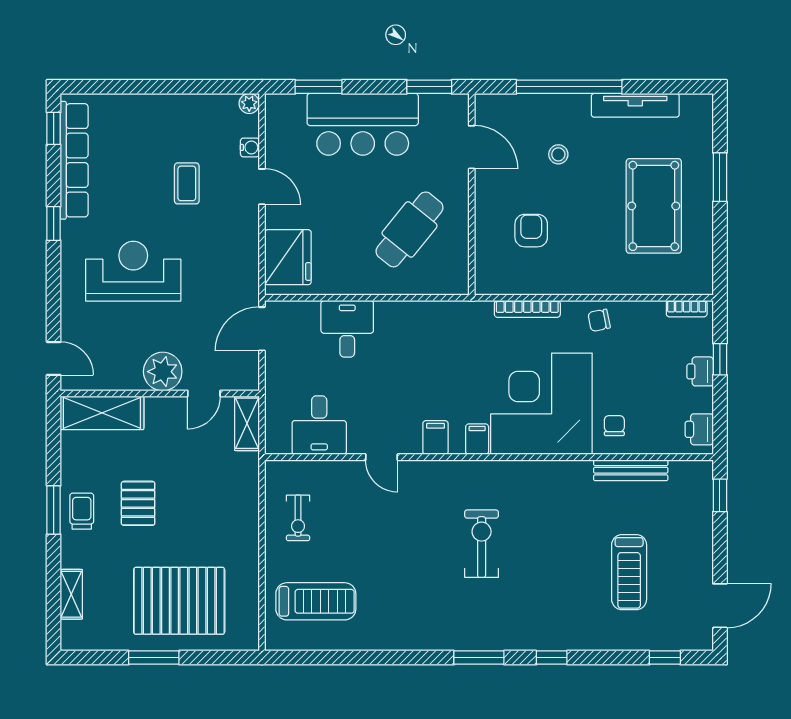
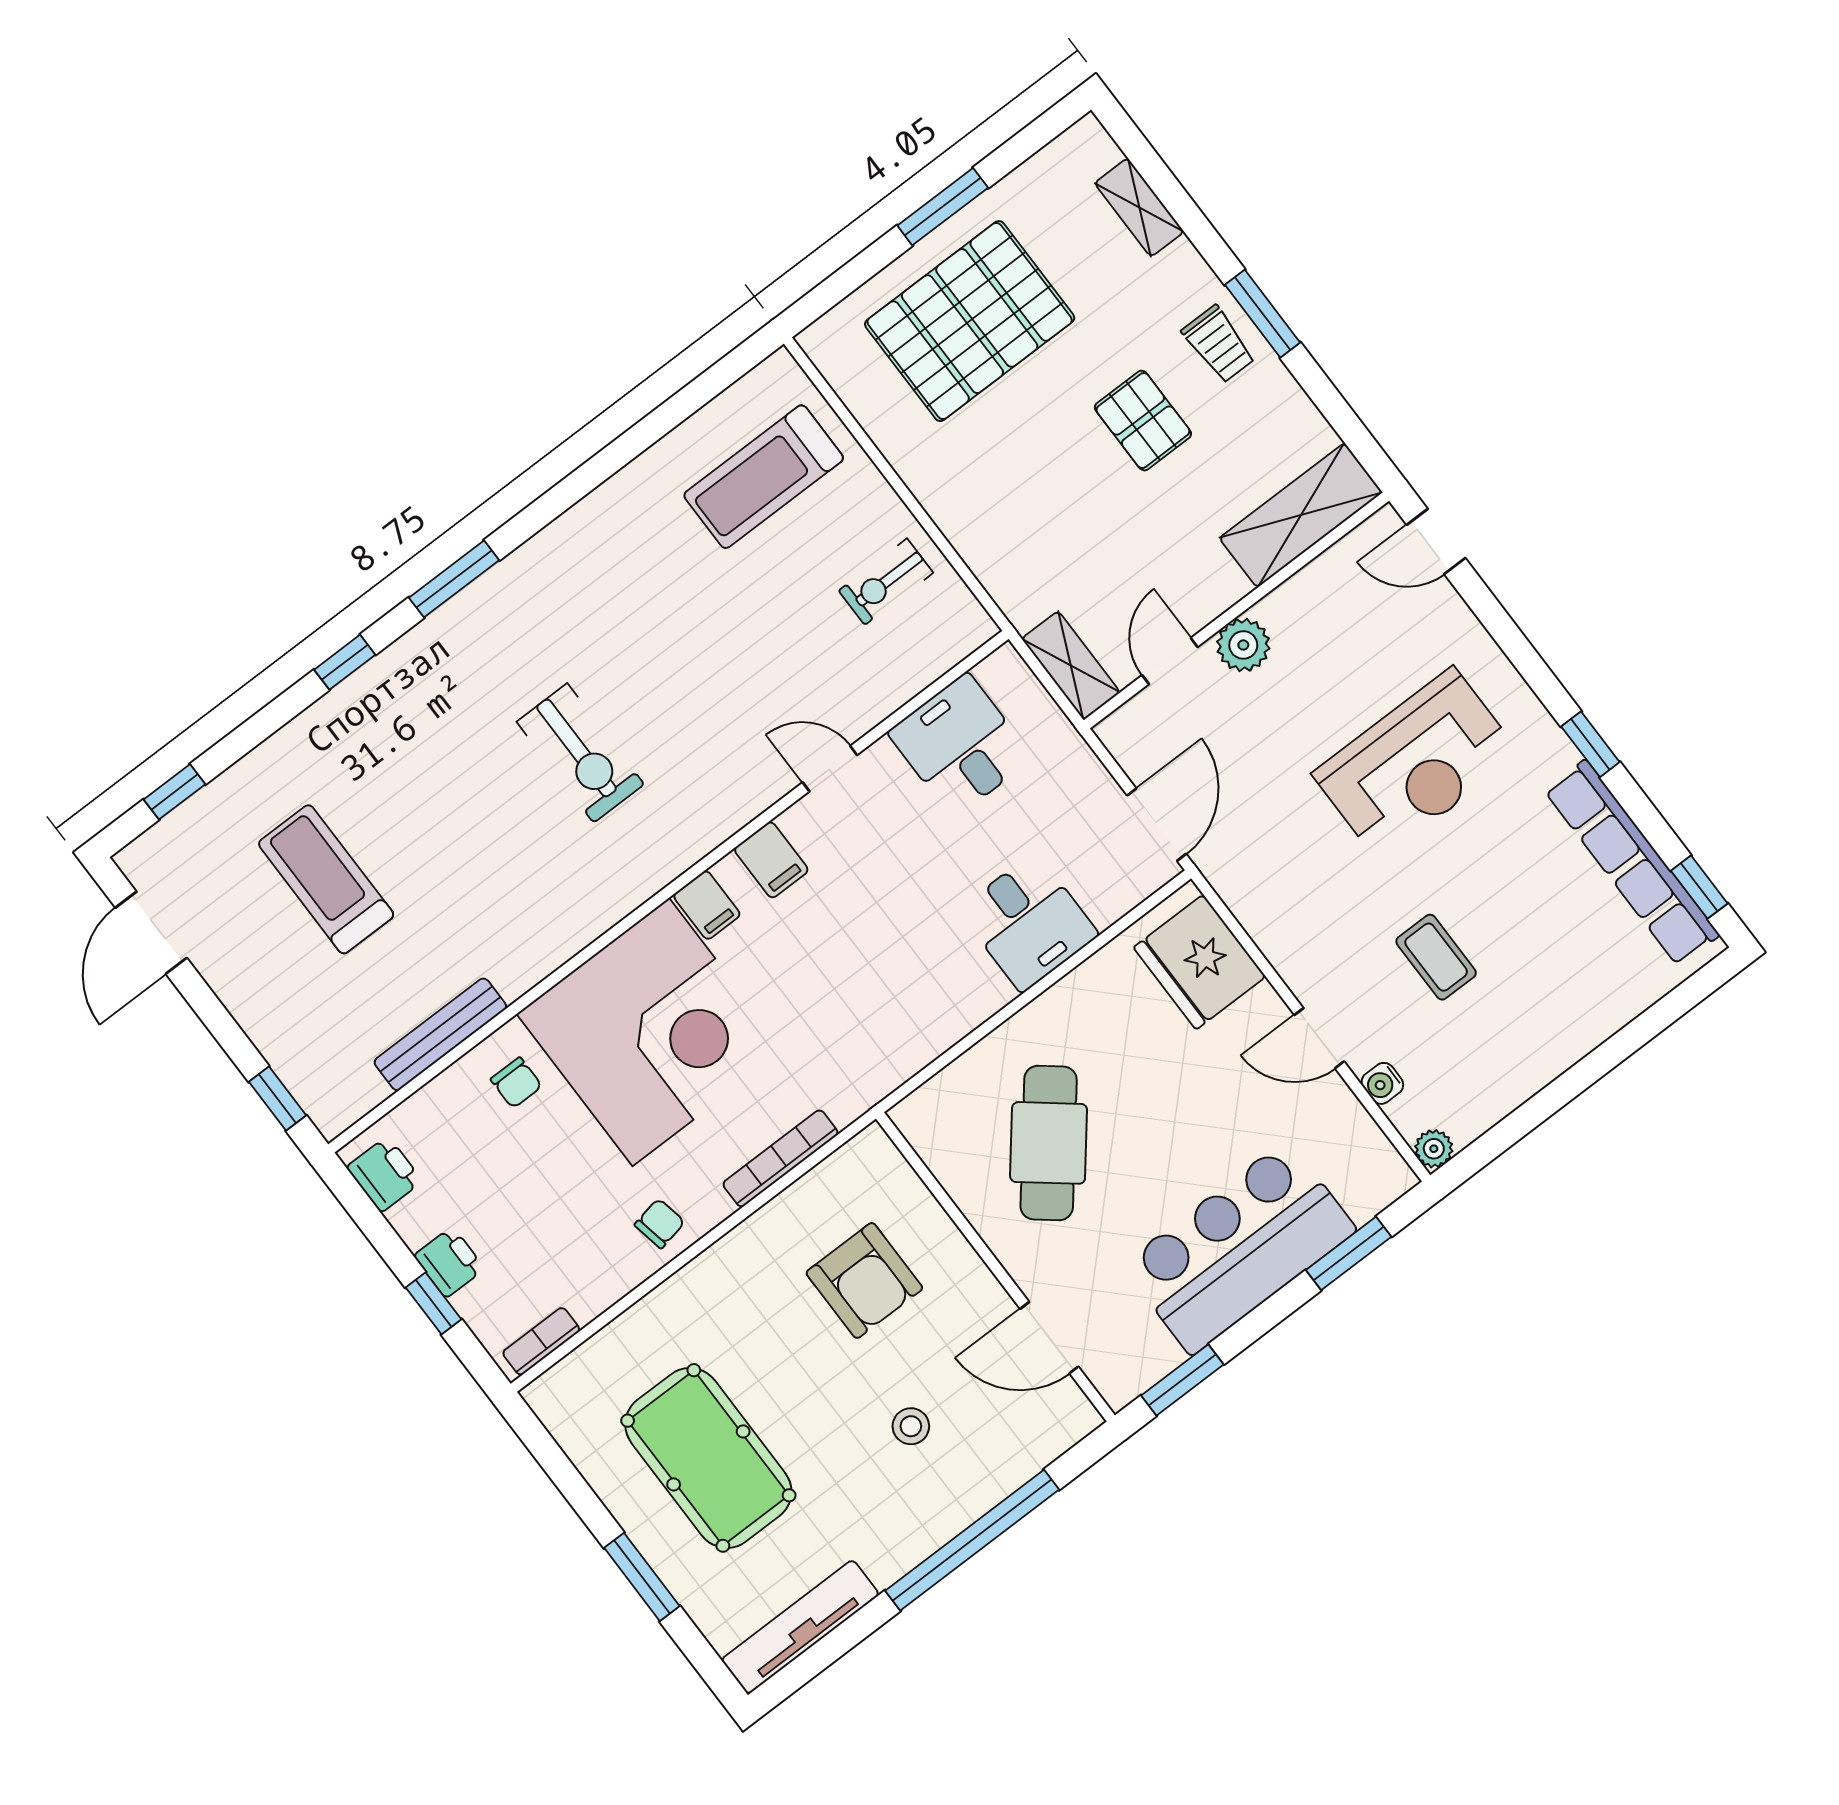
tv unit: (635, 105) -> (800, 1627), moved
armchair: (531, 231) -> (864, 1280), width x1.38, depth x1.38
plant: (163, 372) -> (1243, 645), width x0.73, depth x0.73
exercise bike: (298, 518) -> (886, 582), turned -90

